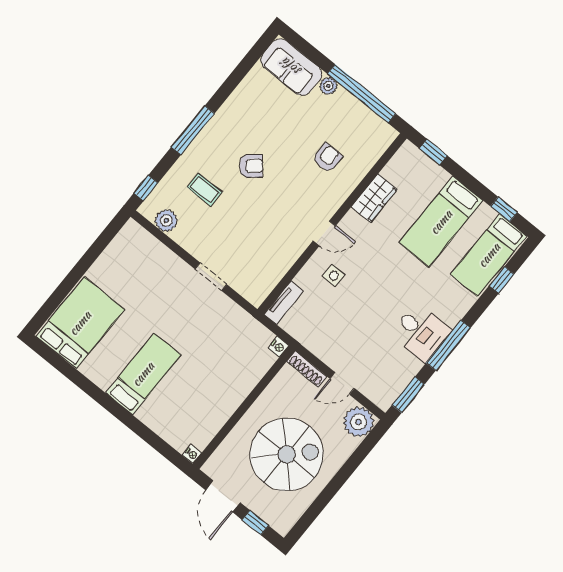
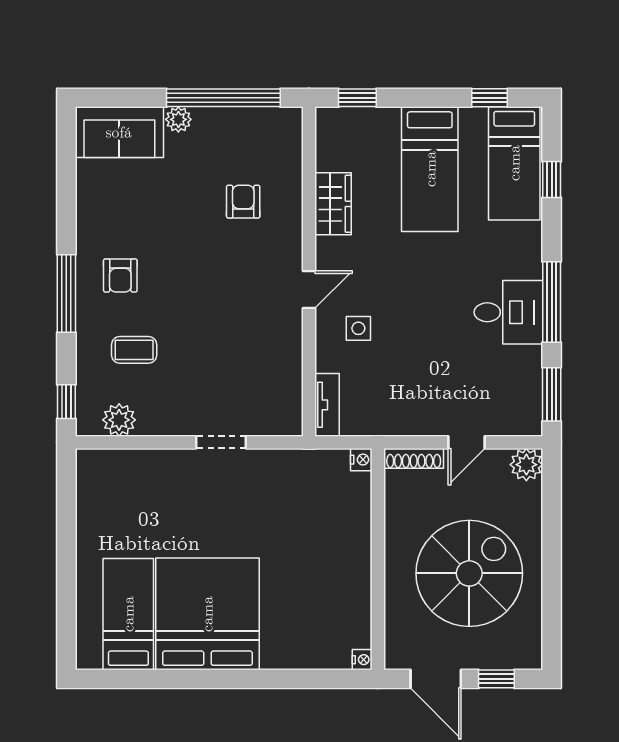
armchair: (251, 166) -> (120, 276), moved, turned 130
bed: (80, 323) -> (128, 614), width x0.67
bed: (143, 374) -> (207, 614), width x2.04
plant: (359, 422) -> (526, 465), width x0.73, depth x0.73

